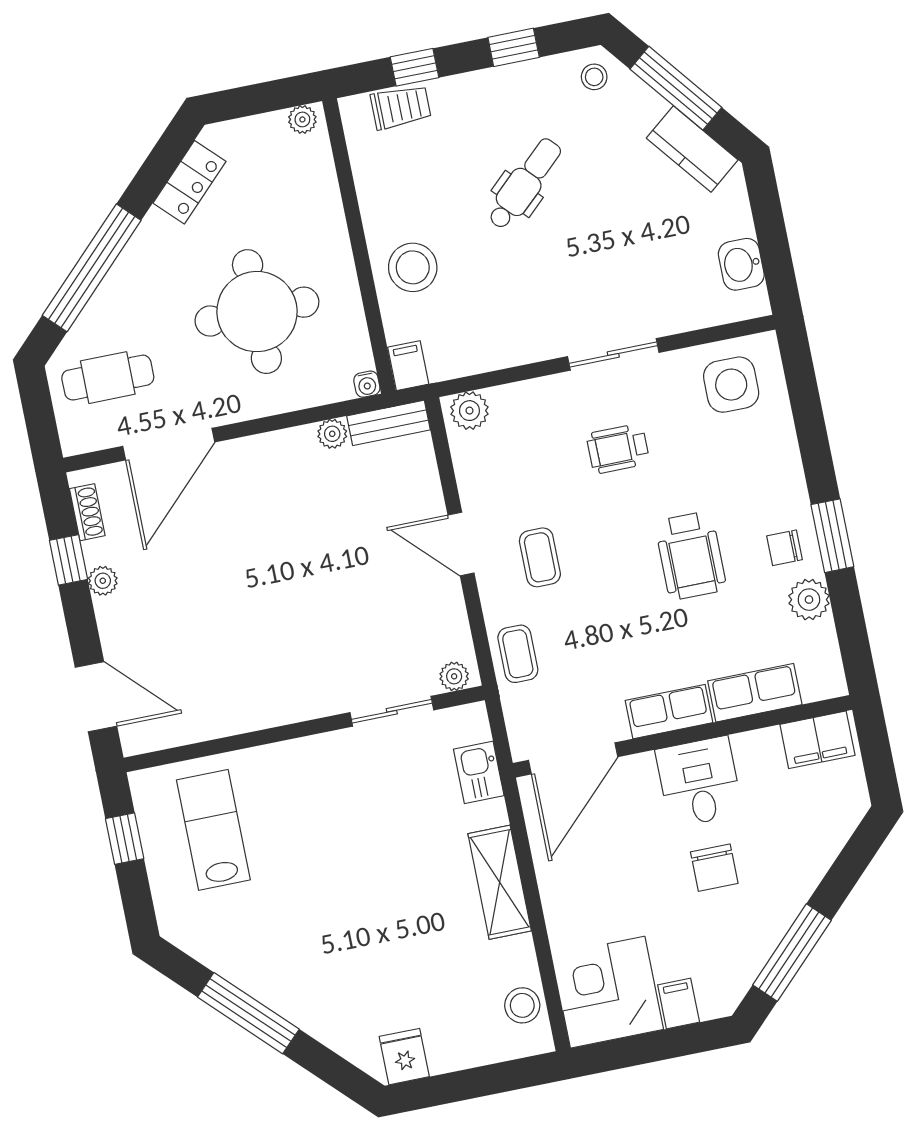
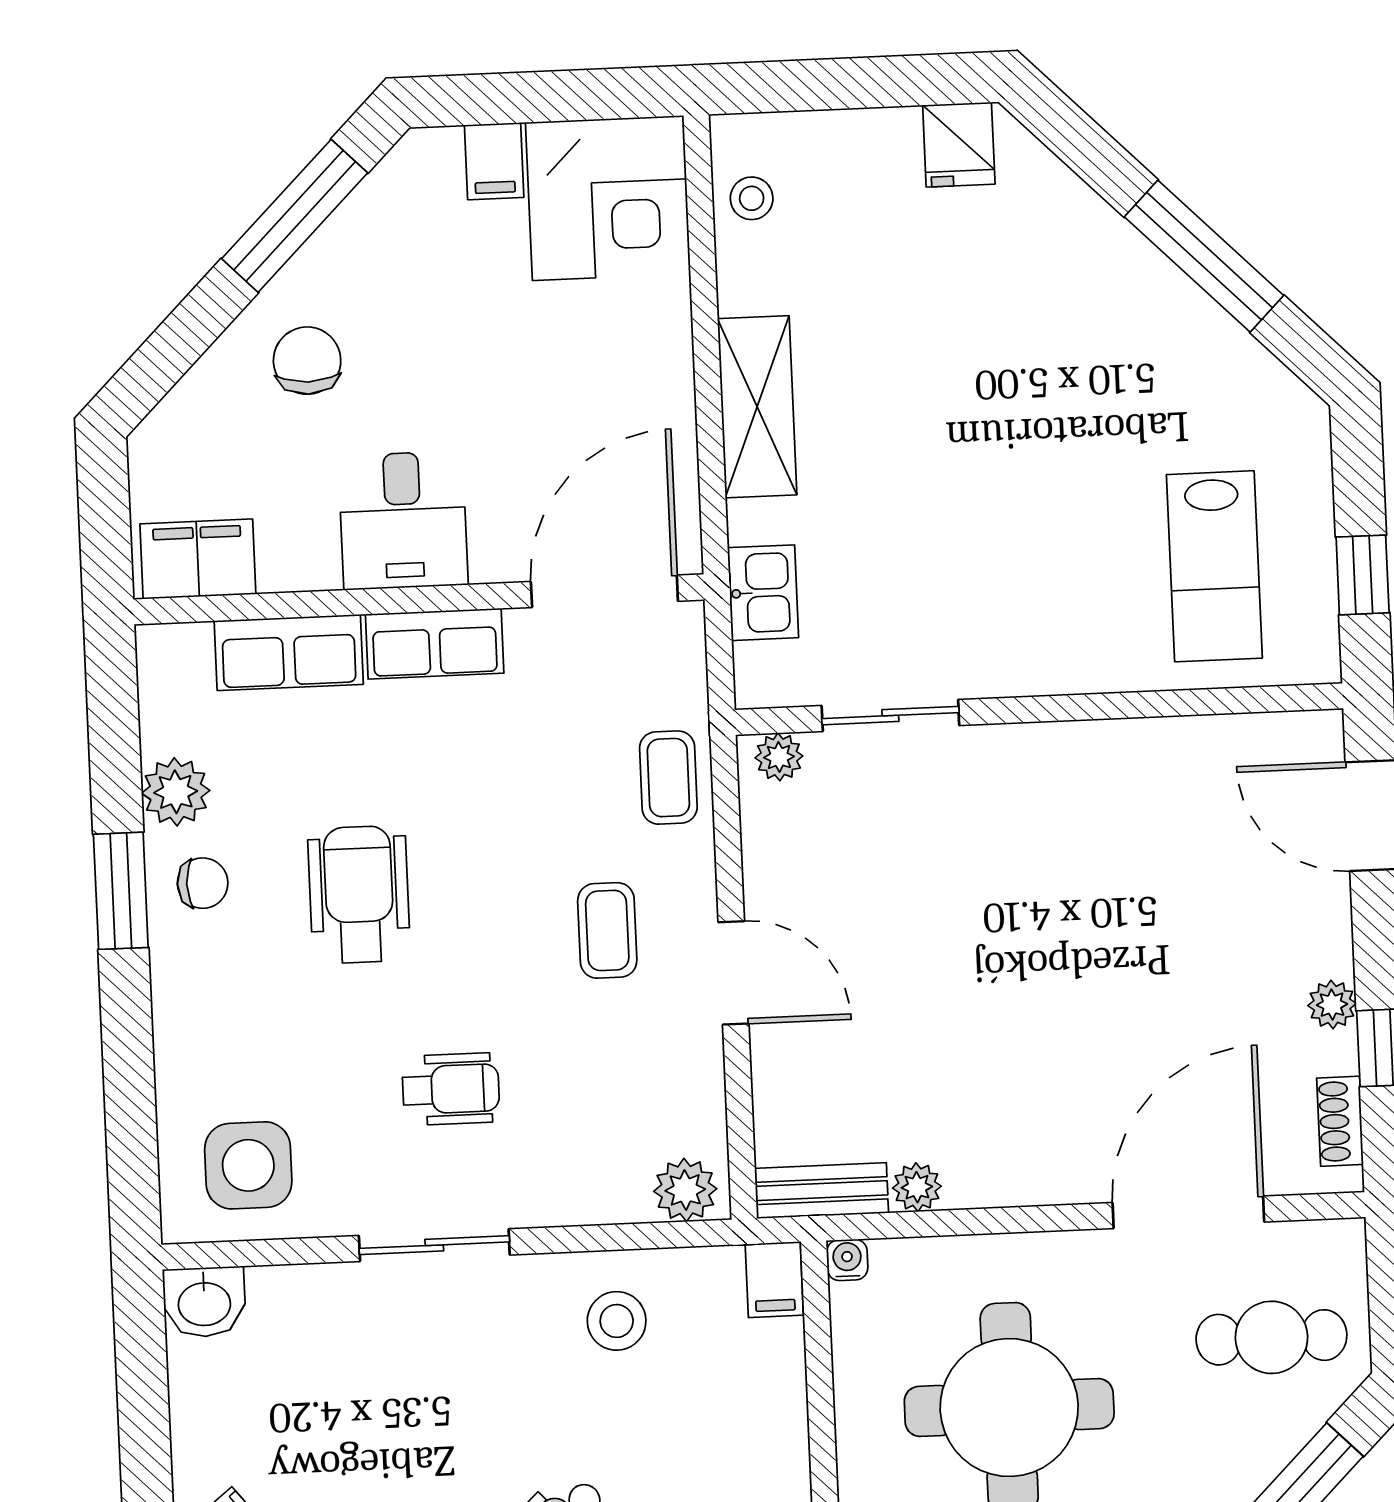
washbasin: (741, 264) -> (204, 1302), moved, turned 90
stool: (413, 267) -> (617, 1321), moved, width x0.73, depth x0.73
chair: (714, 868) -> (307, 361), moved
stool: (522, 1005) -> (752, 198), width x0.73, depth x0.73

